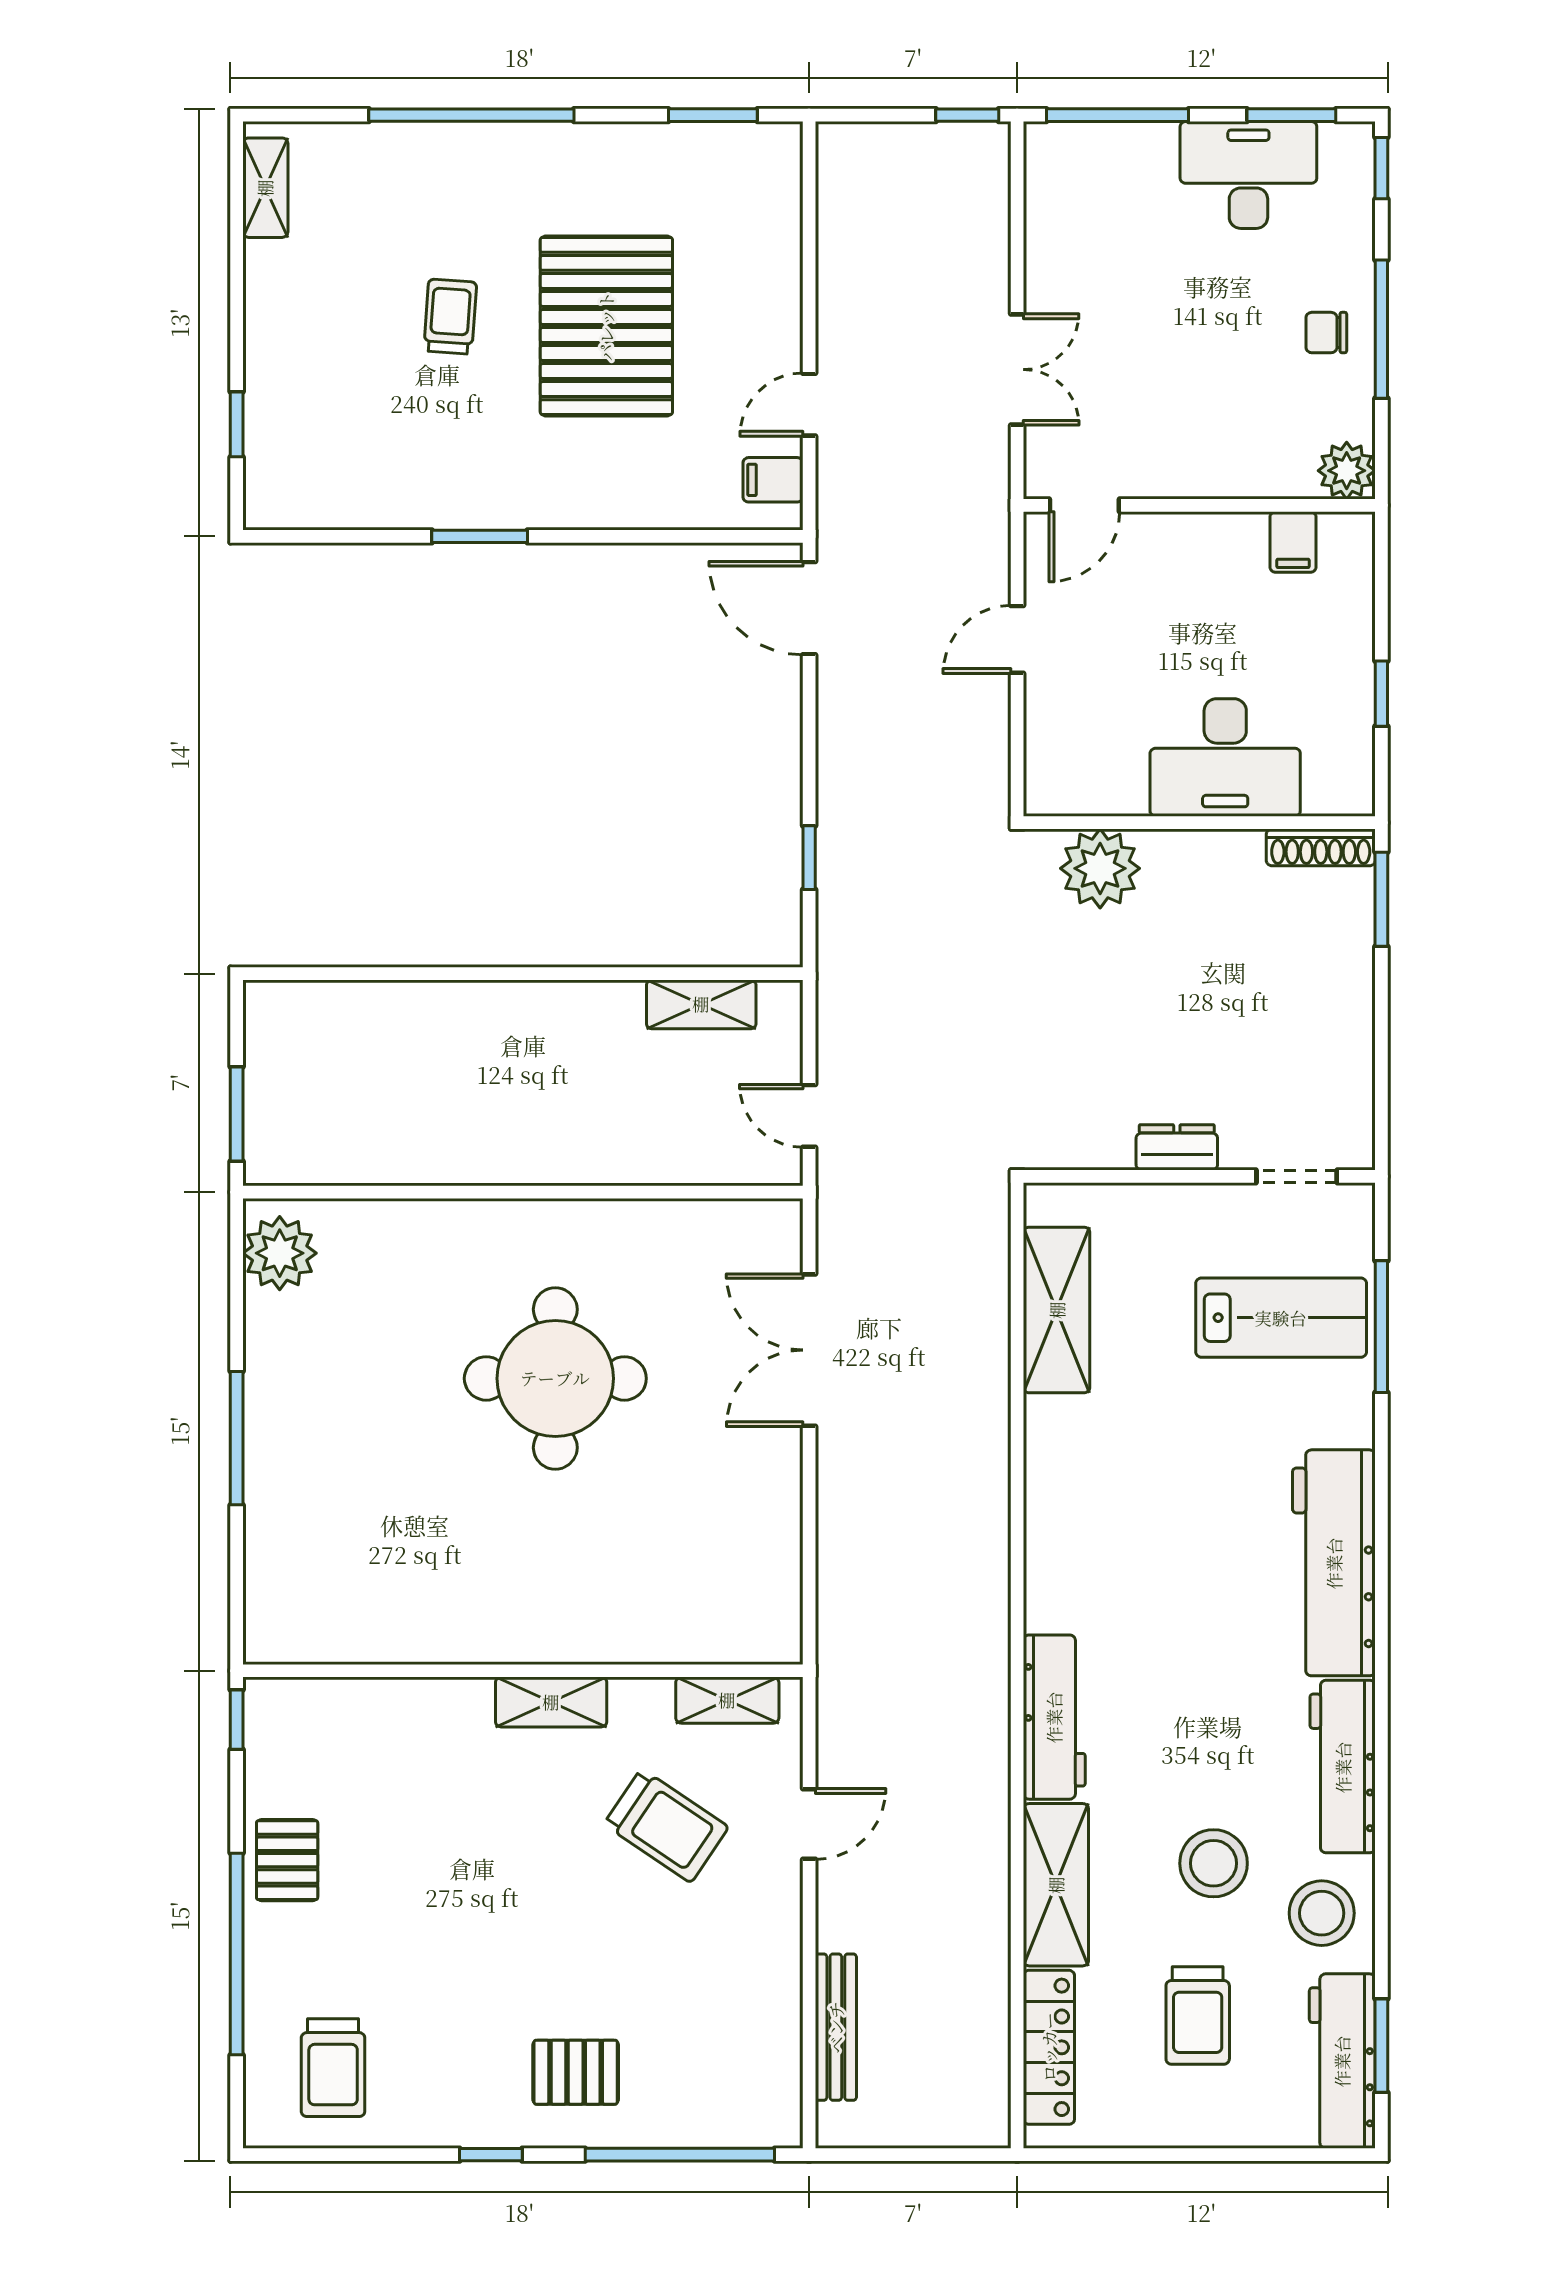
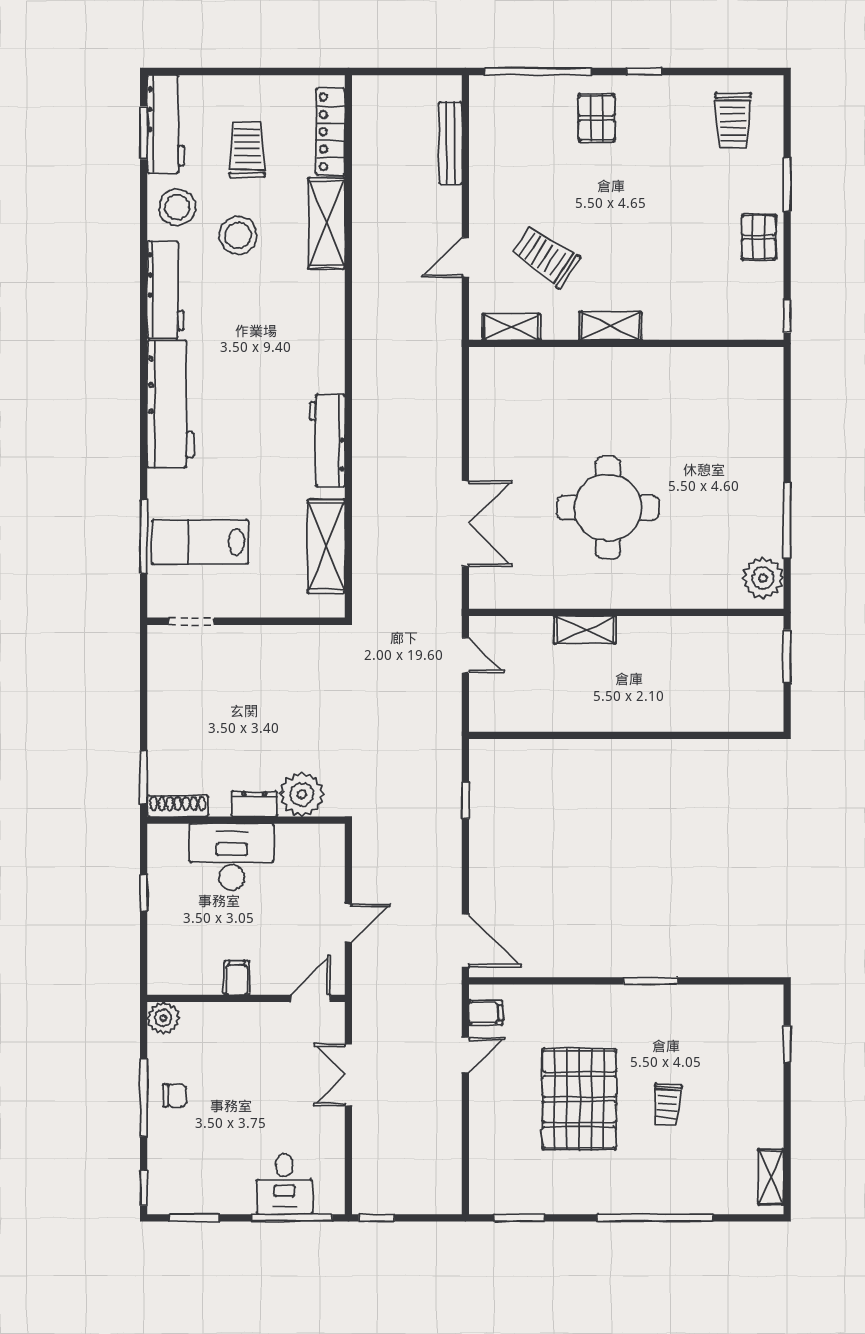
desk: (1248, 175) -> (284, 1184), moved, width x0.73
filing cabinet: (1293, 542) -> (237, 978), moved
shelving: (701, 1004) -> (585, 630), moved
dresser: (1177, 1147) -> (254, 804), moved, turned 180
window: (237, 1438) -> (787, 520), moved
workbench: (1054, 1717) -> (328, 441), moved
window: (237, 1954) -> (787, 184), width x0.47
trolley: (333, 2068) -> (733, 120), turned 180
pallet: (576, 2072) -> (597, 118), turned 90

